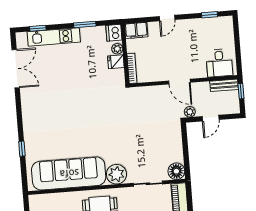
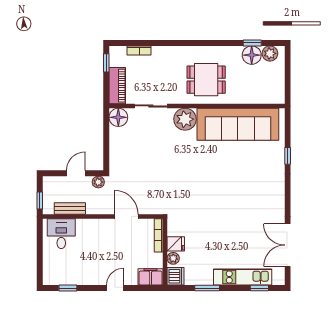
door: (179, 82) -> (126, 216), moved
bench: (224, 85) -> (70, 208), moved

